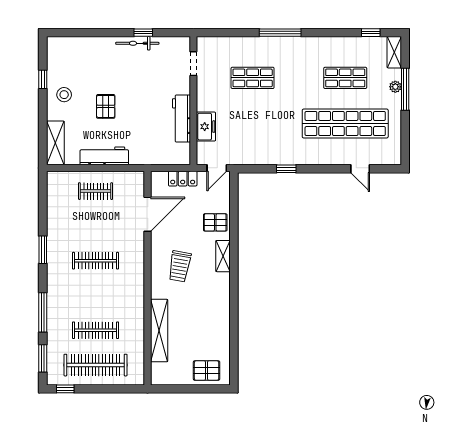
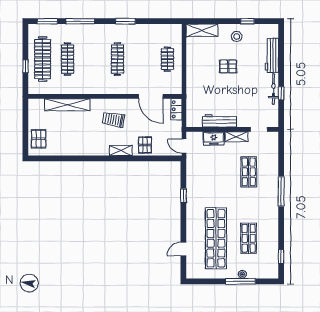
shelving: (394, 52) -> (236, 137), moved
workbench: (104, 156) -> (272, 55), moved, turned 180
locker: (183, 179) -> (176, 109), moved
window: (65, 389) -> (25, 66), moved

